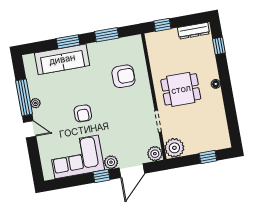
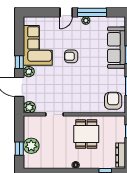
armchair: (123, 76) -> (113, 101), moved, turned 180
dining table: (181, 89) -> (86, 134), moved
plant: (174, 148) -> (31, 146), moved

